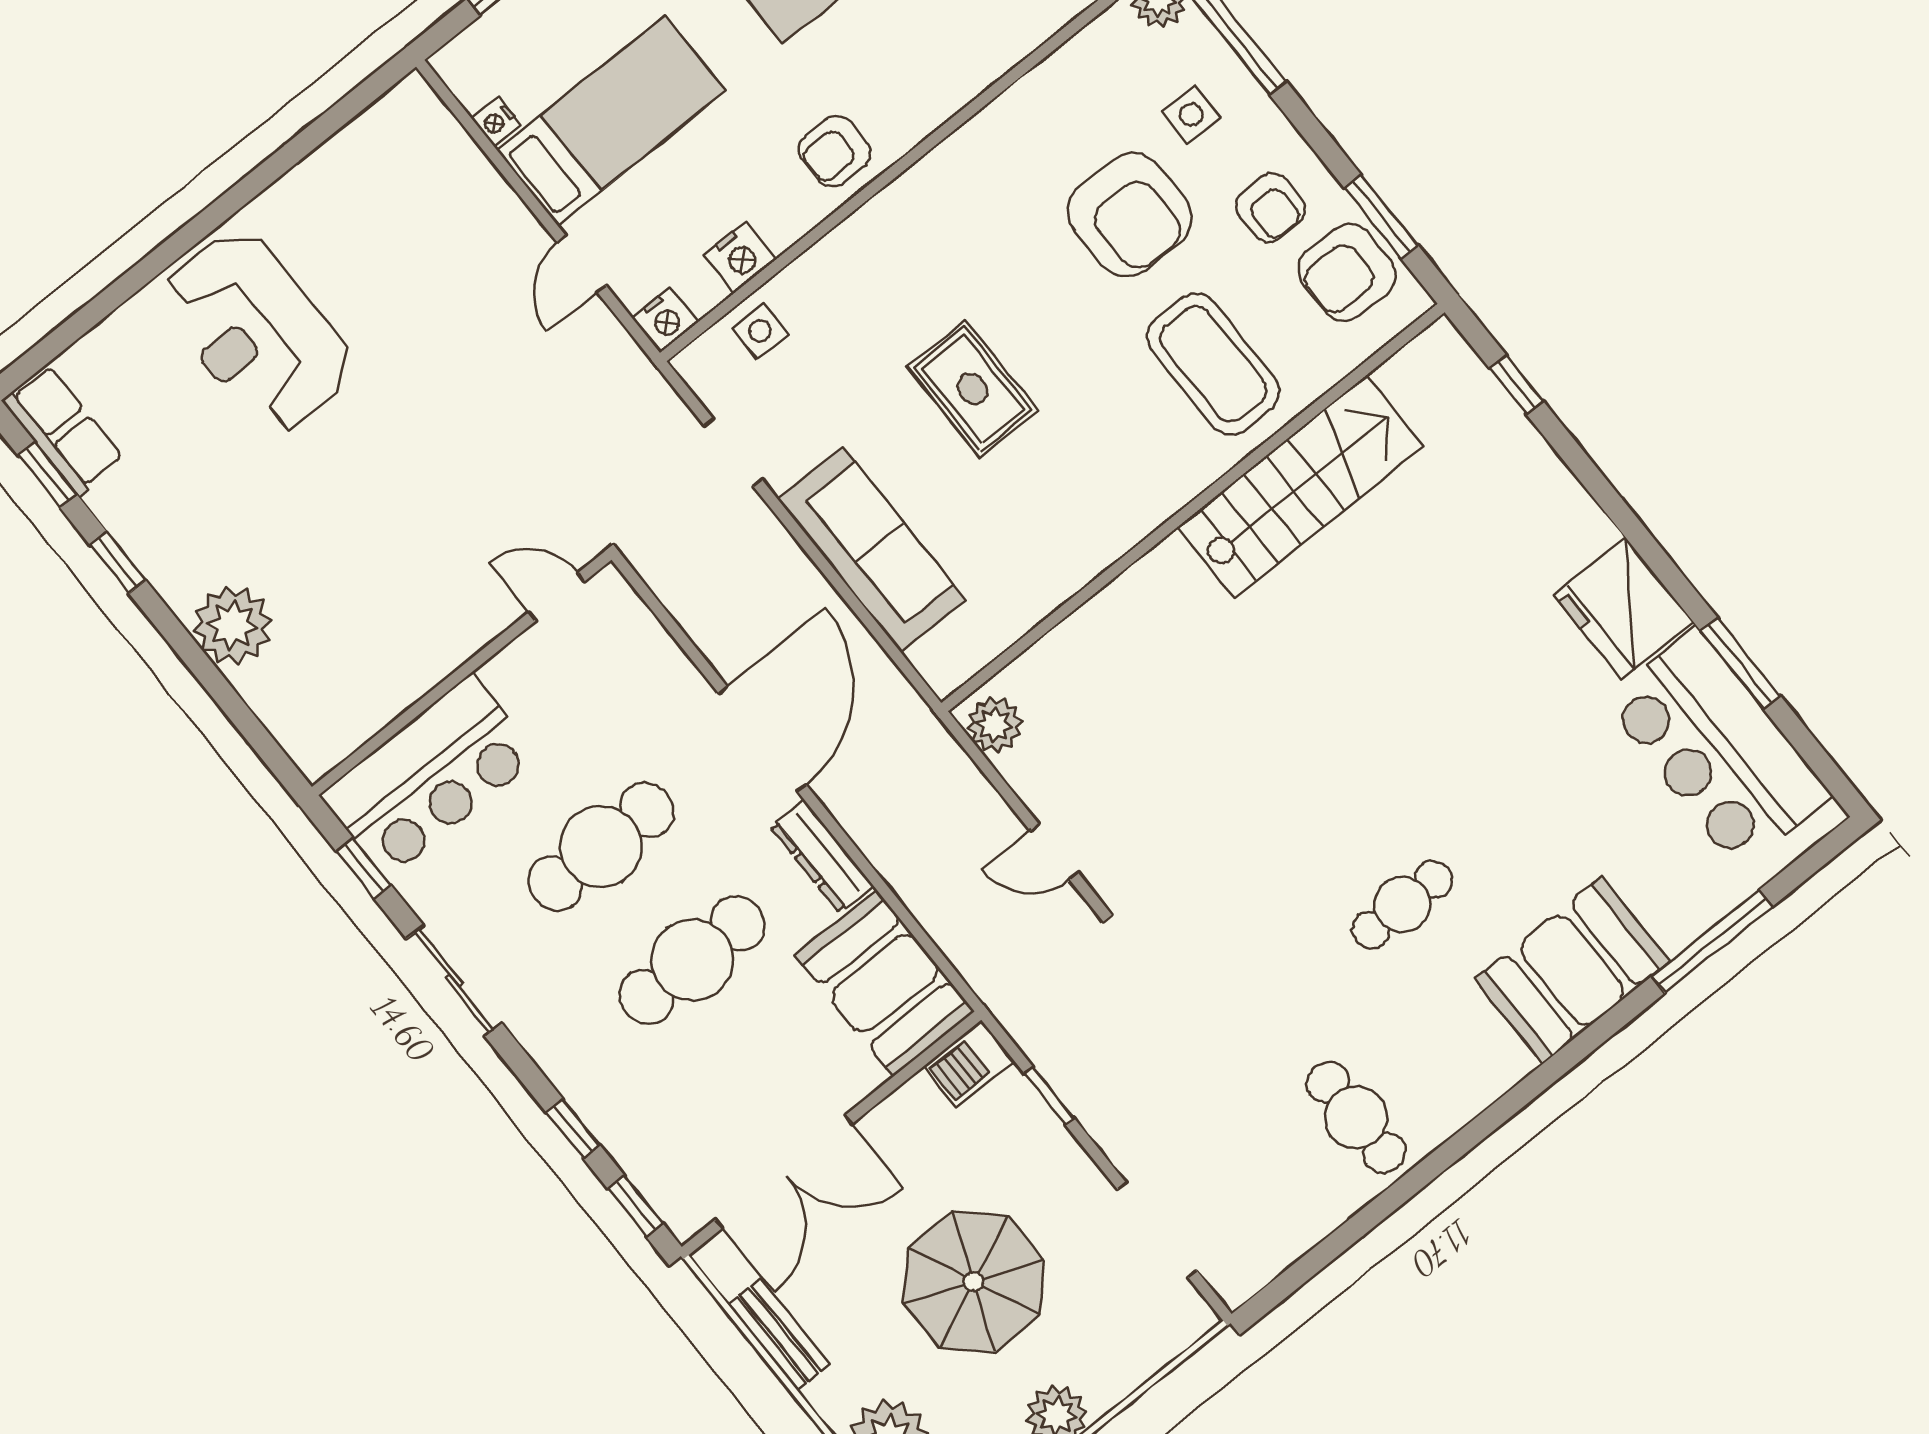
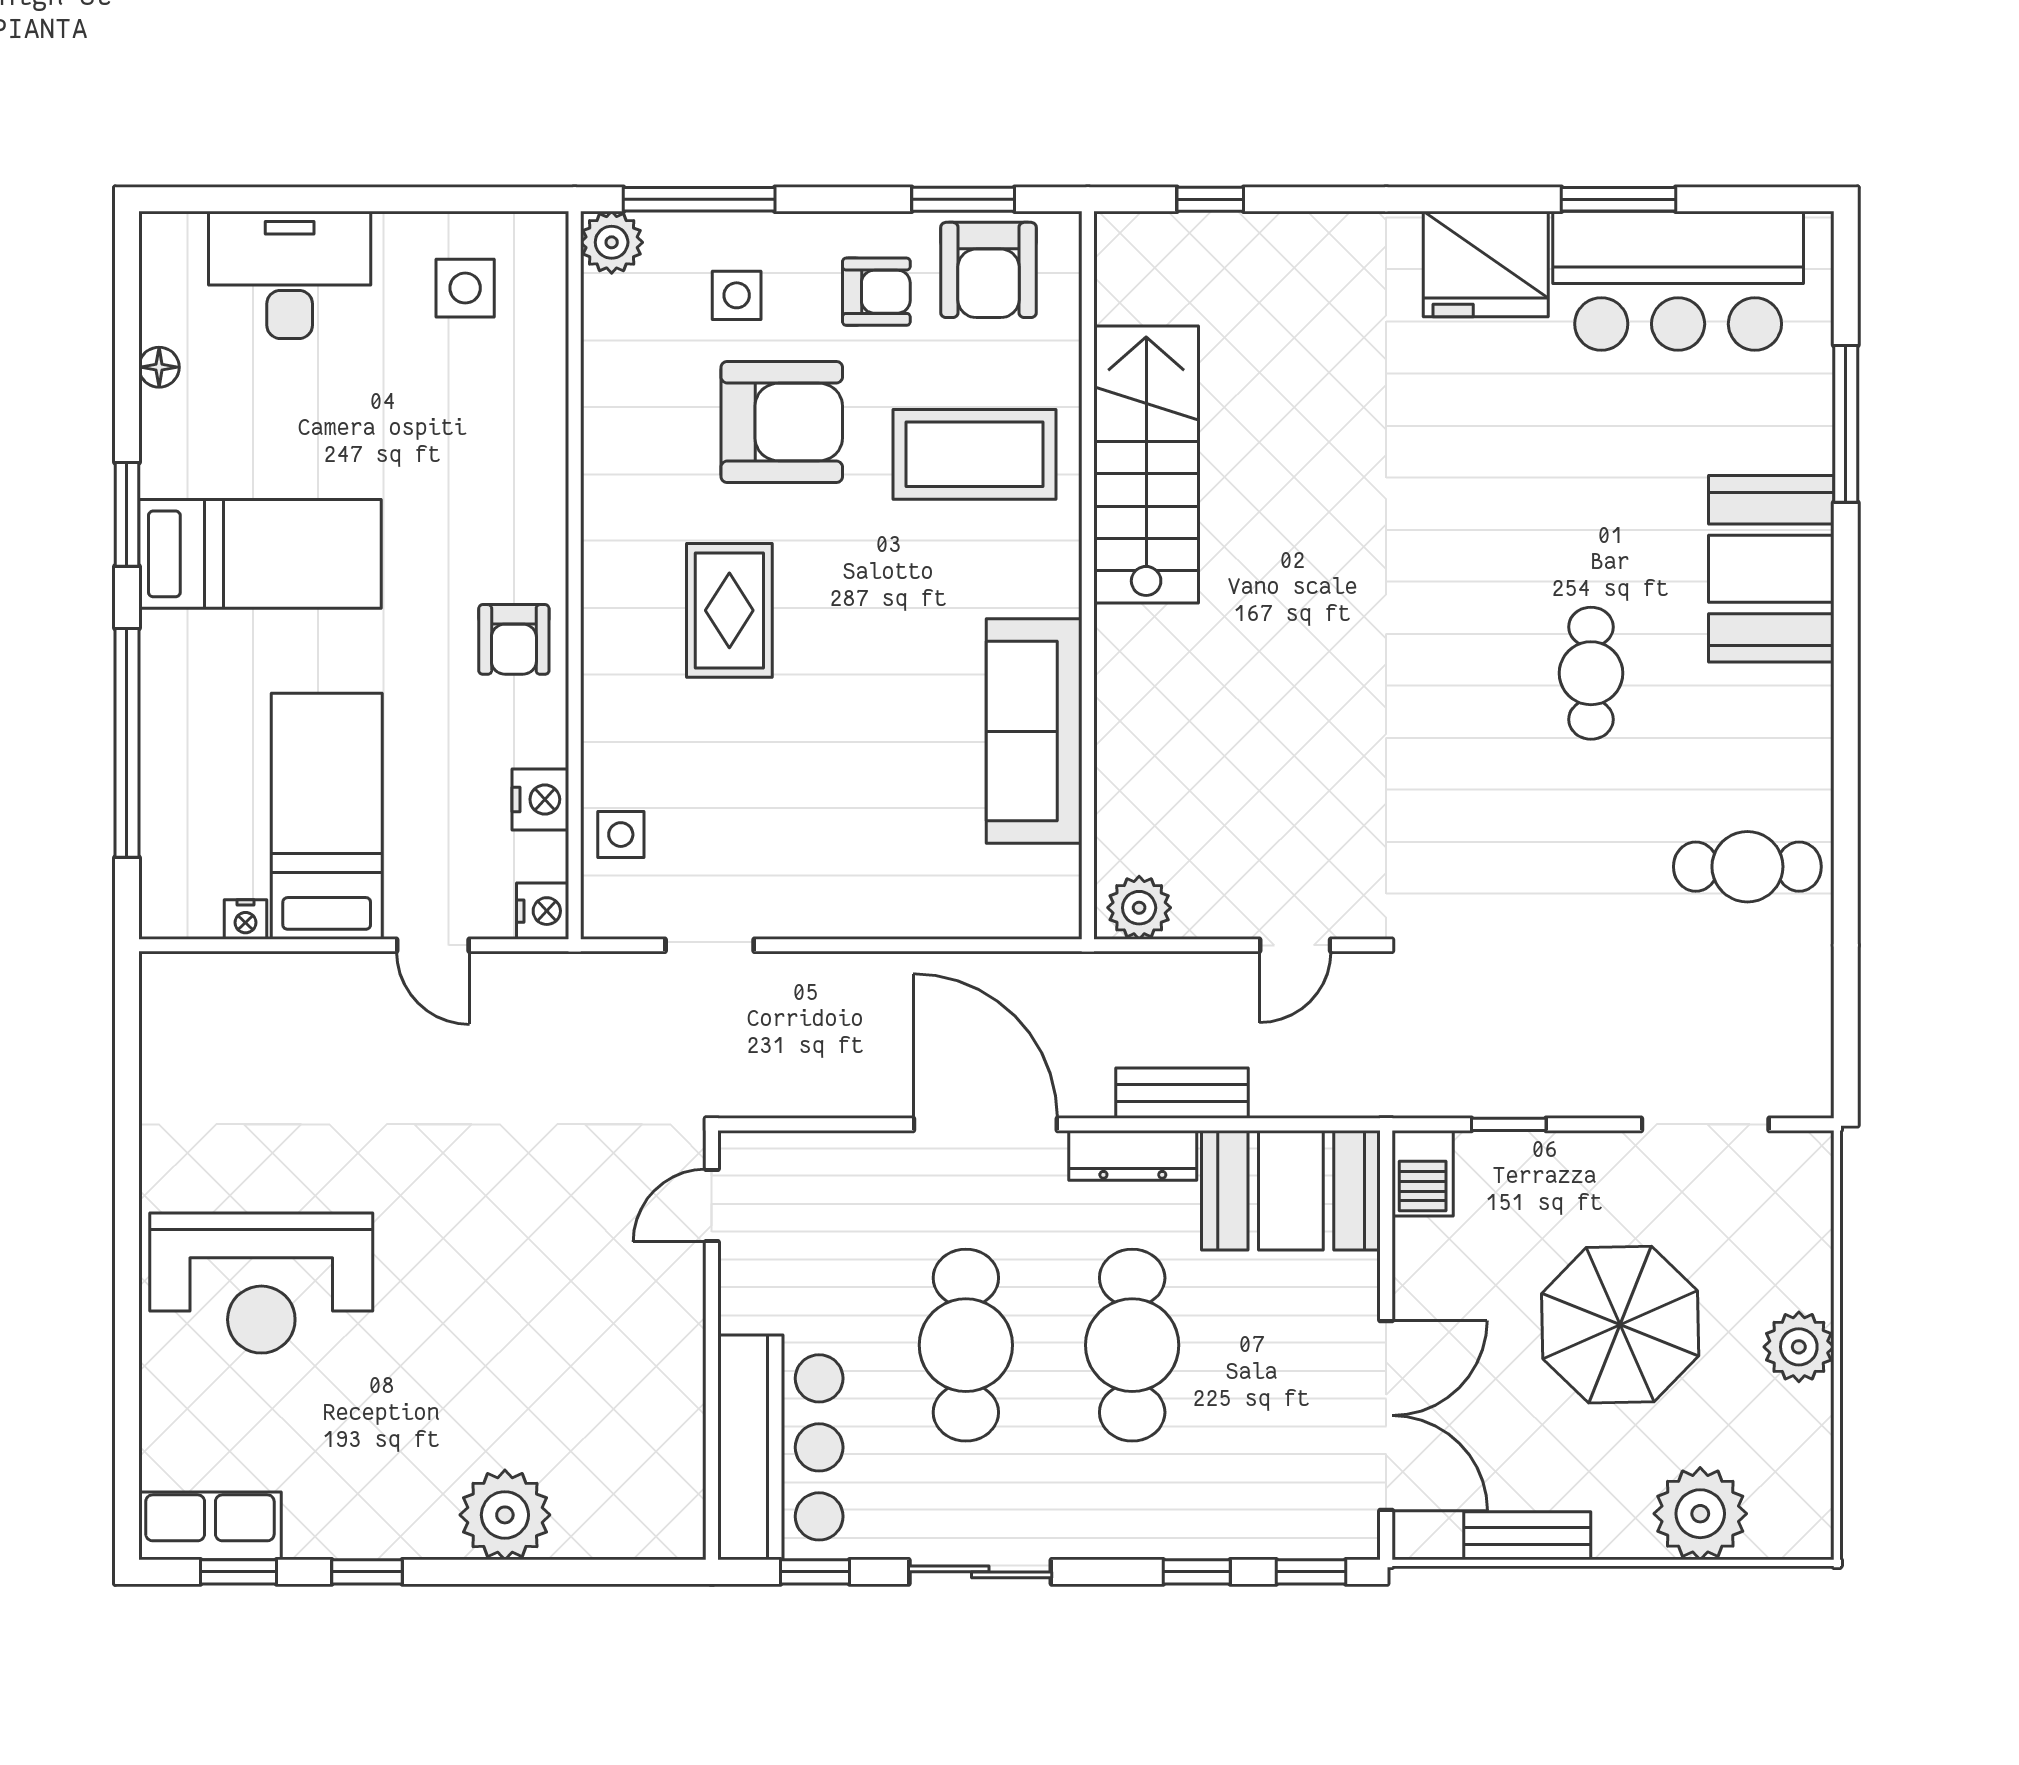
rug: (973, 389) -> (729, 610), moved, turned 90
sofa: (871, 549) -> (1034, 731), moved, turned -90
bench: (891, 856) -> (1182, 1093), added

